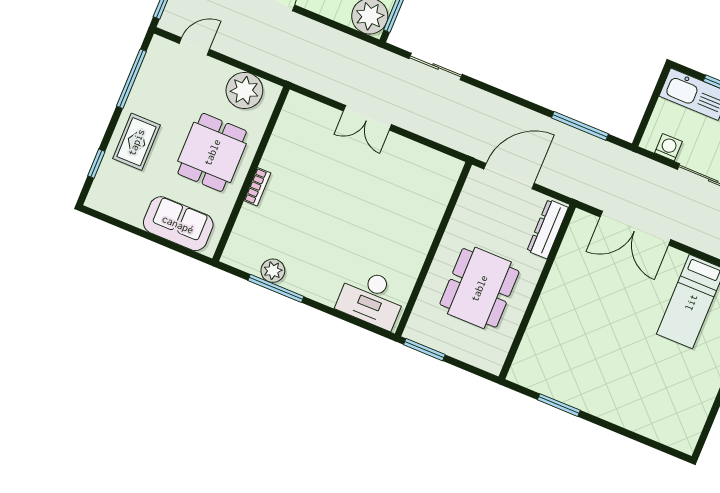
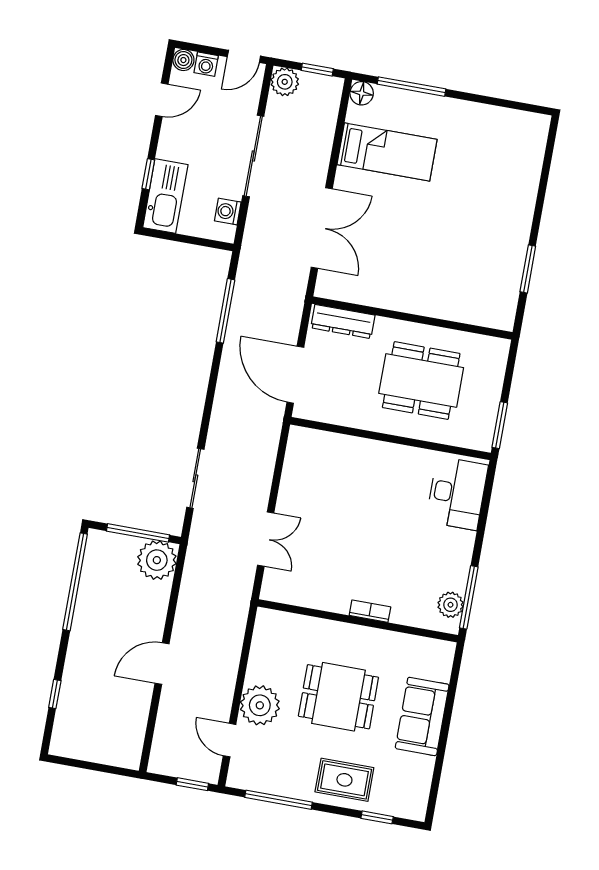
plant: (244, 90) -> (260, 705), moved
wall: (251, 174) -> (358, 621), moved
bookcase: (257, 187) -> (370, 611), moved

